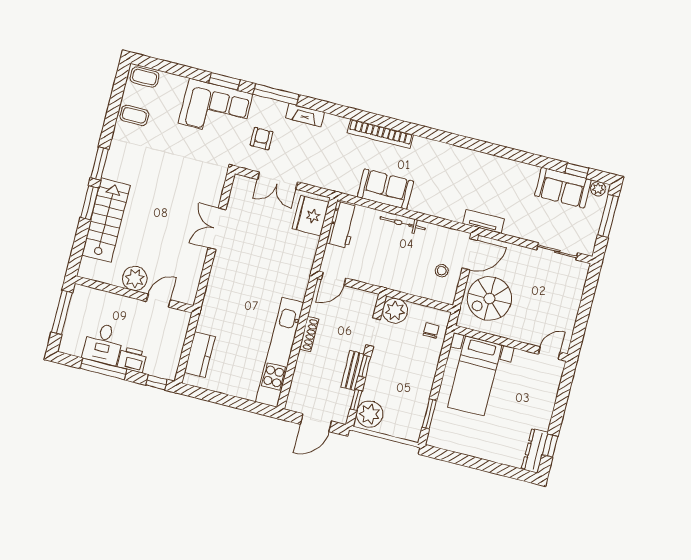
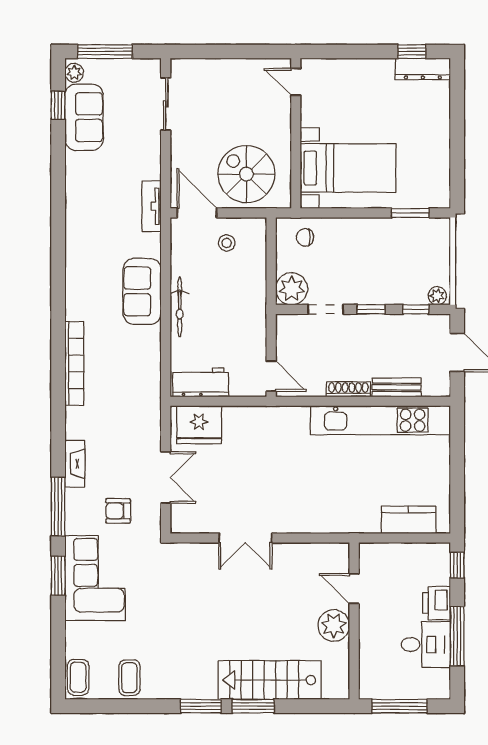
sofa: (385, 189) -> (142, 291), moved
spiral stairs: (489, 299) -> (246, 174), turned 180
bench: (352, 370) -> (397, 387), moved
plant: (370, 414) -> (437, 296), width x0.53, depth x0.53

